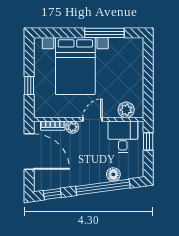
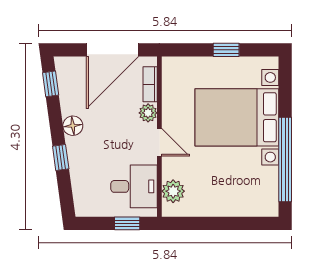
window: (104, 33) -> (285, 160), width x1.46
window: (29, 85) -> (226, 50), moved
floor lamp: (113, 174) -> (73, 126), moved
window: (103, 187) -> (61, 158), width x0.32

